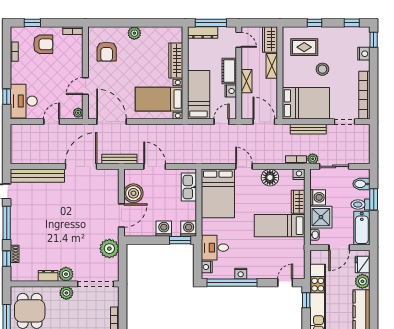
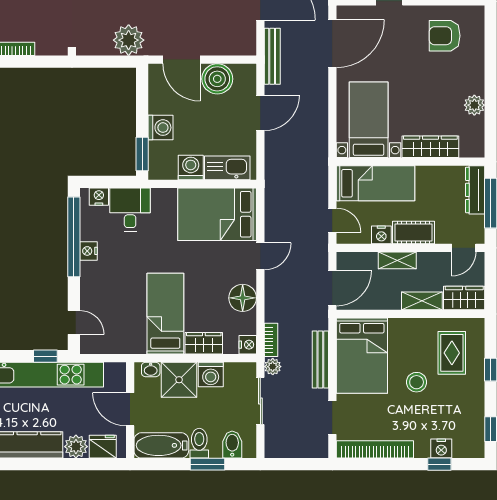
plant: (134, 33) -> (474, 105), moved
window: (374, 40) -> (439, 464), moved
washing machine: (189, 229) -> (191, 167), moved, turned -90

